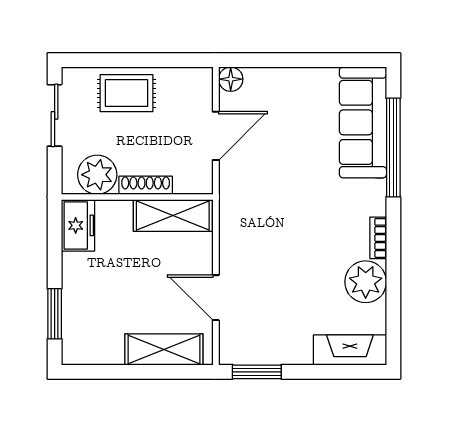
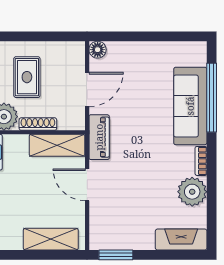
rug: (126, 93) -> (27, 77), moved, turned 90
sofa: (363, 122) -> (190, 106), moved
piano: (233, 204) -> (99, 137), added
door: (216, 298) -> (87, 185), moved

